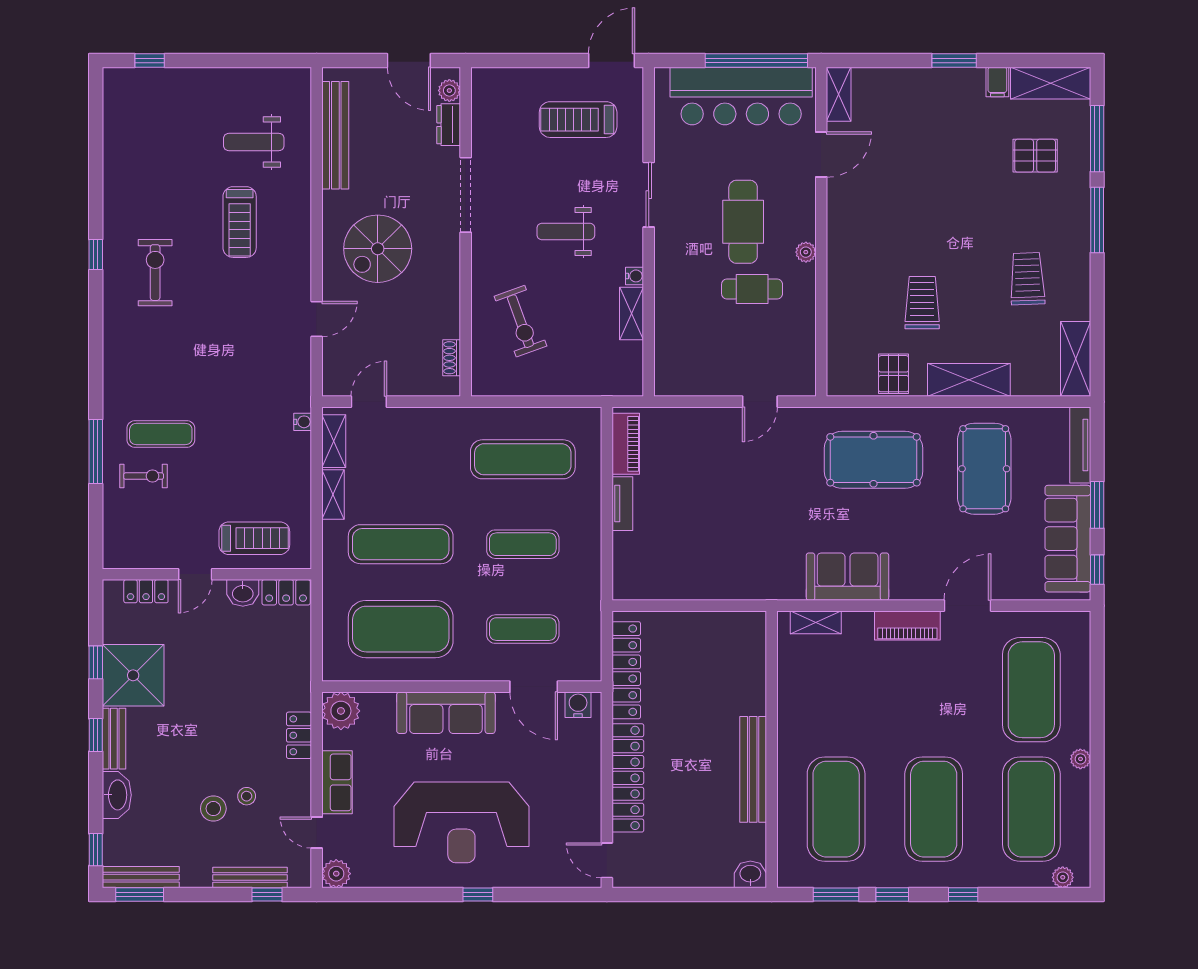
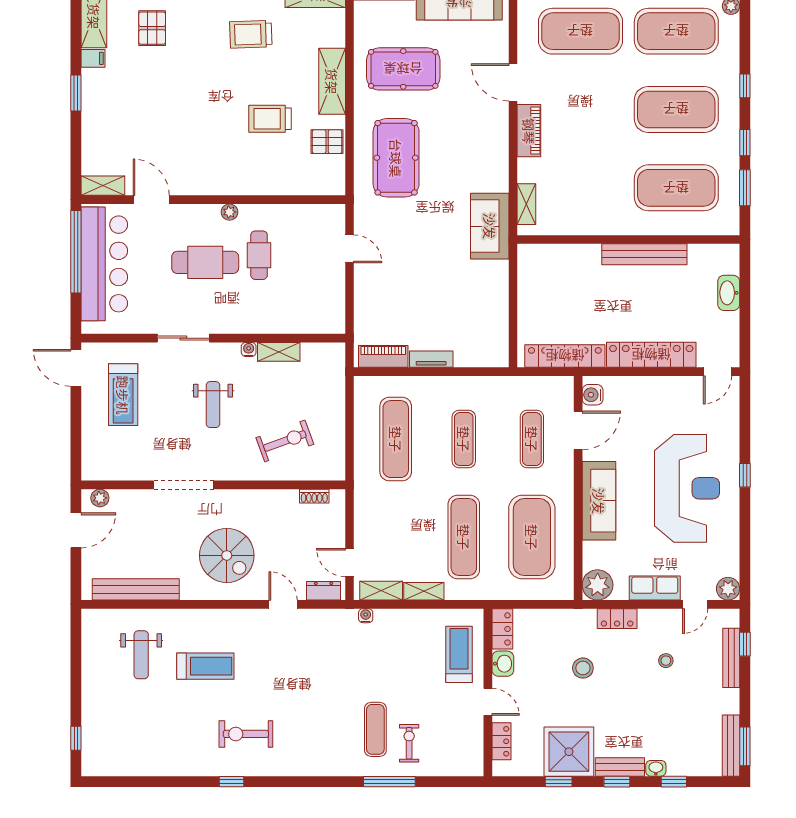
dresser: (449, 125) -> (324, 591), moved, turned 180
sofa: (848, 577) -> (490, 226), moved
washbasin: (117, 795) -> (656, 768), width x0.52, depth x0.69
stool: (213, 809) -> (583, 668), moved
window: (96, 850) -> (674, 782), moved
washbasin: (750, 874) -> (729, 293), moved, width x1.38

